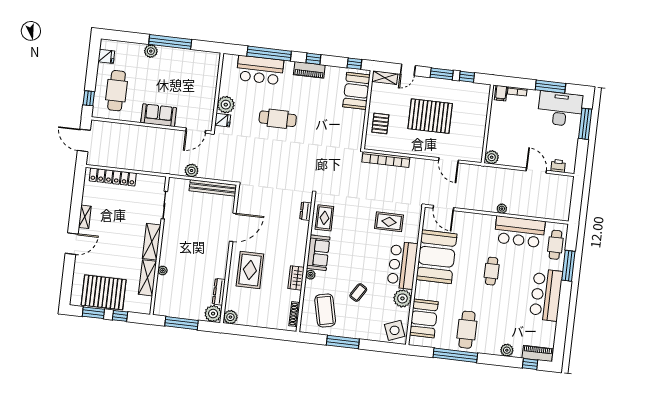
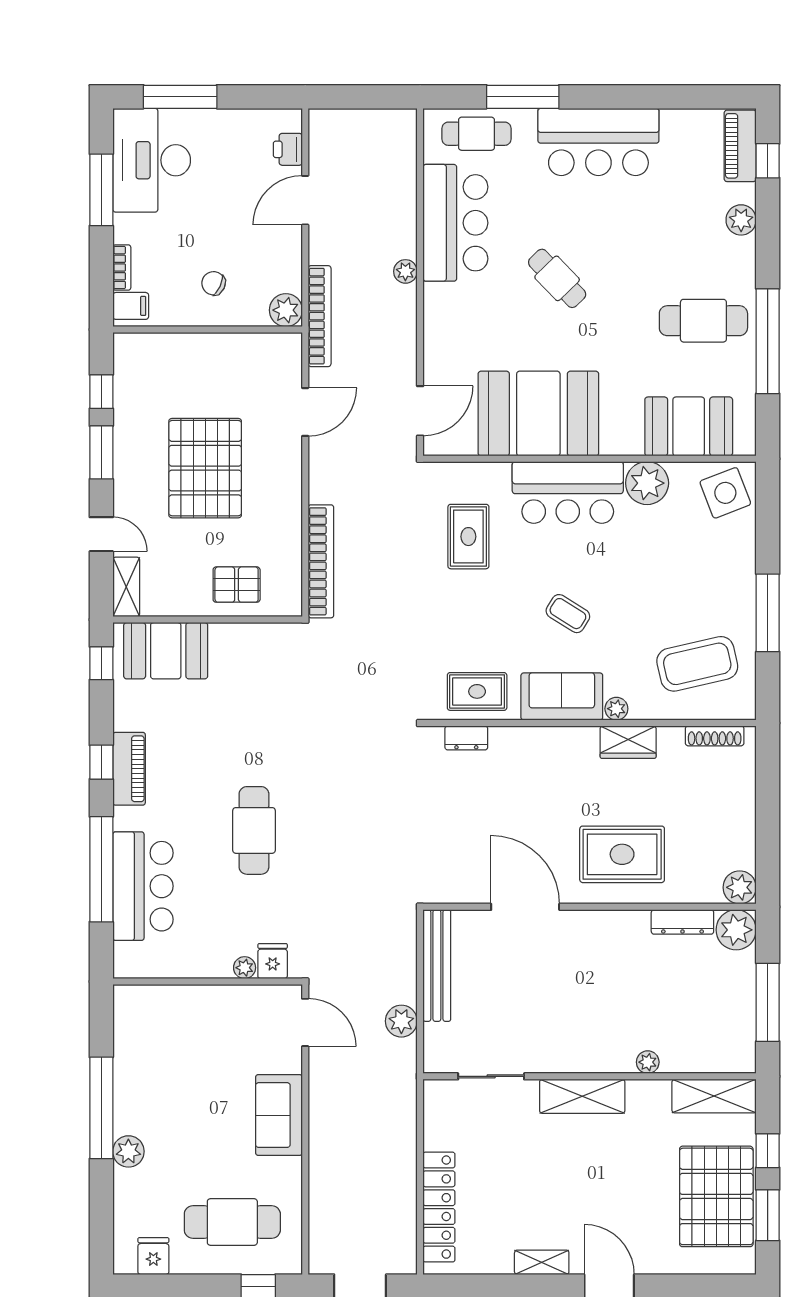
plant: (226, 105) -> (245, 968), width x0.53, depth x0.53
chair: (506, 129) -> (213, 283), added
bookcase: (488, 171) -> (320, 316), added
cafe table: (492, 271) -> (557, 278), turned 46
shelving: (147, 278) -> (714, 1096), moved
coffee table: (358, 293) -> (568, 614), moved

